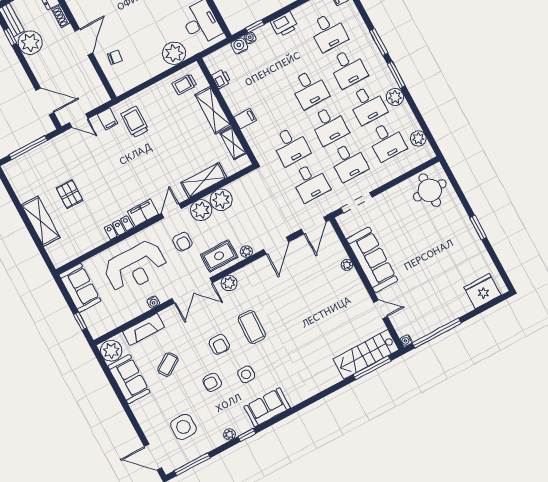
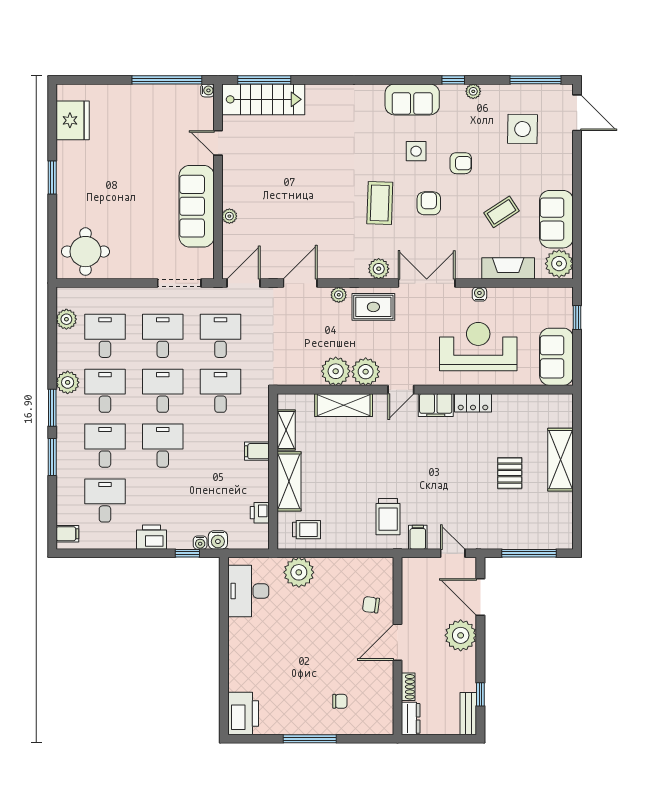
plant: (30, 43) -> (461, 635), moved
armchair: (182, 242) -> (407, 347), removed
fridge: (482, 291) -> (73, 120), moved, turned -90

